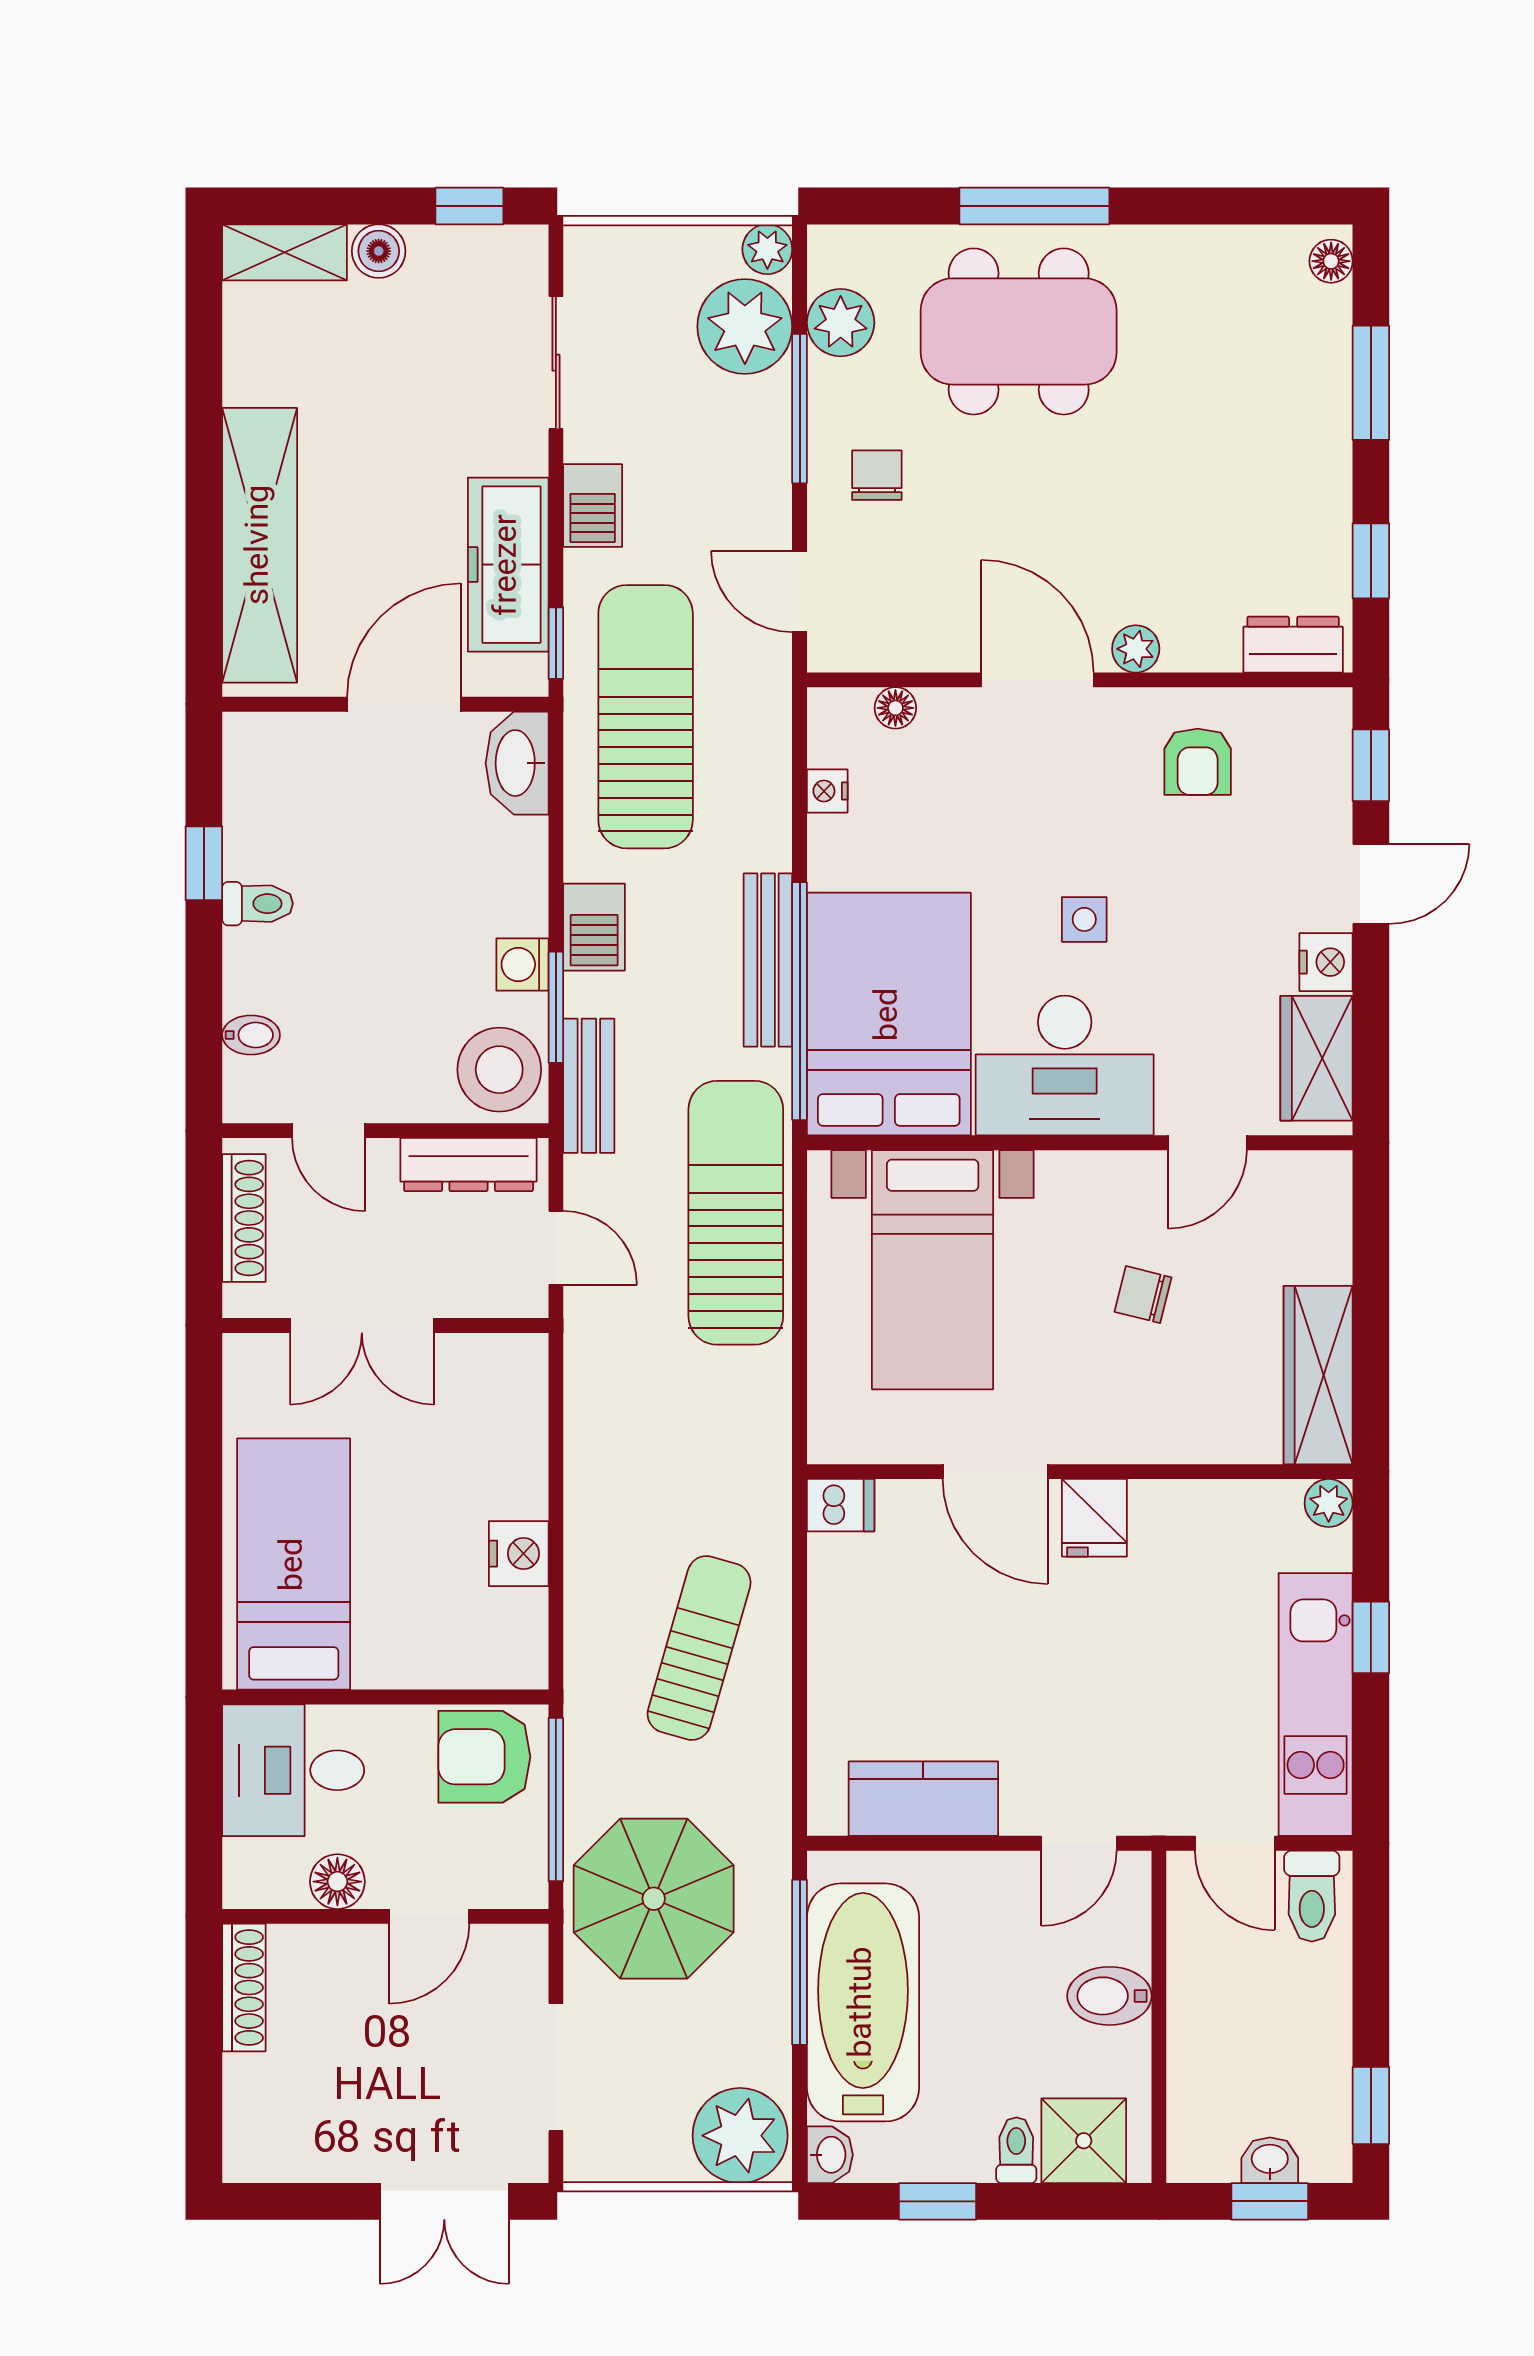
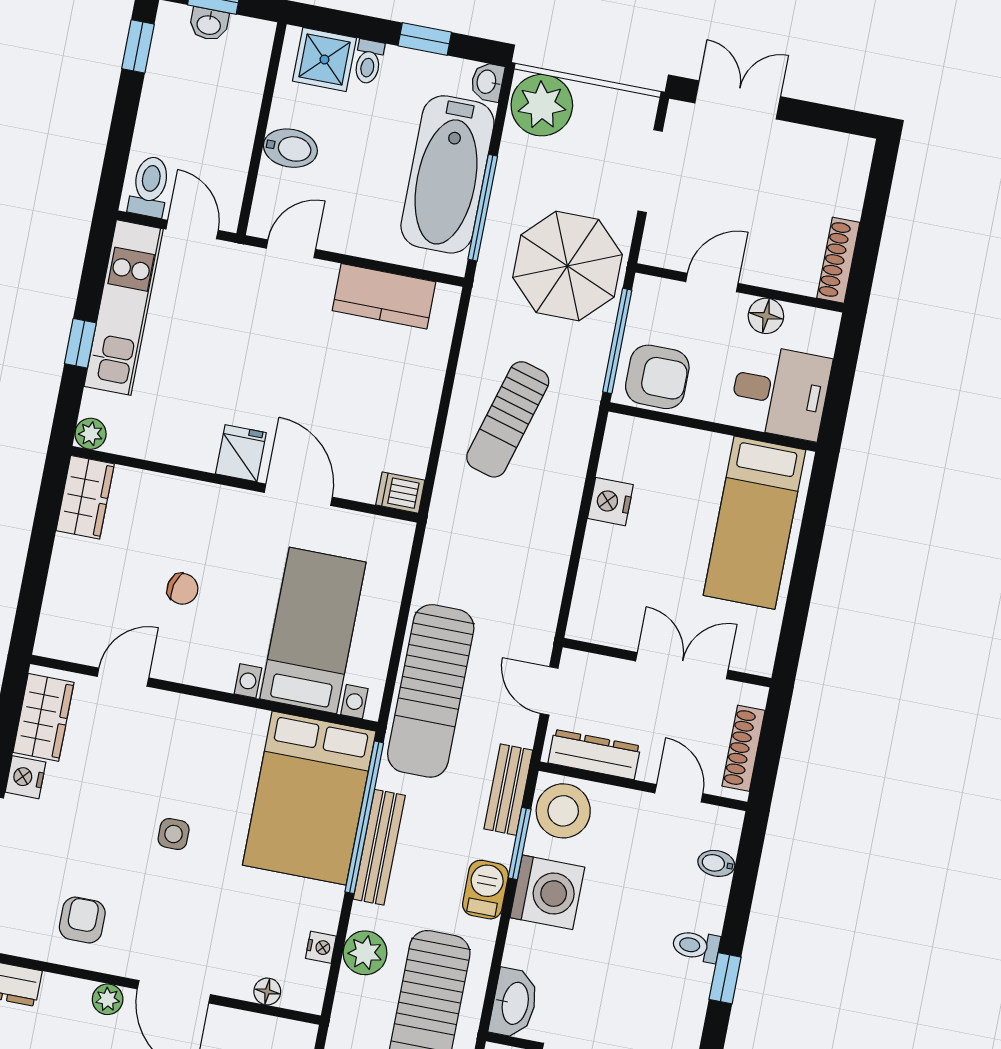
plant: (758, 796) -> (365, 953), added
washing machine: (522, 965) -> (547, 892), width x1.89, depth x1.89
desk: (1065, 1066) -> (204, 744), removed
wardrobe: (1318, 1375) -> (85, 497), width x0.67

